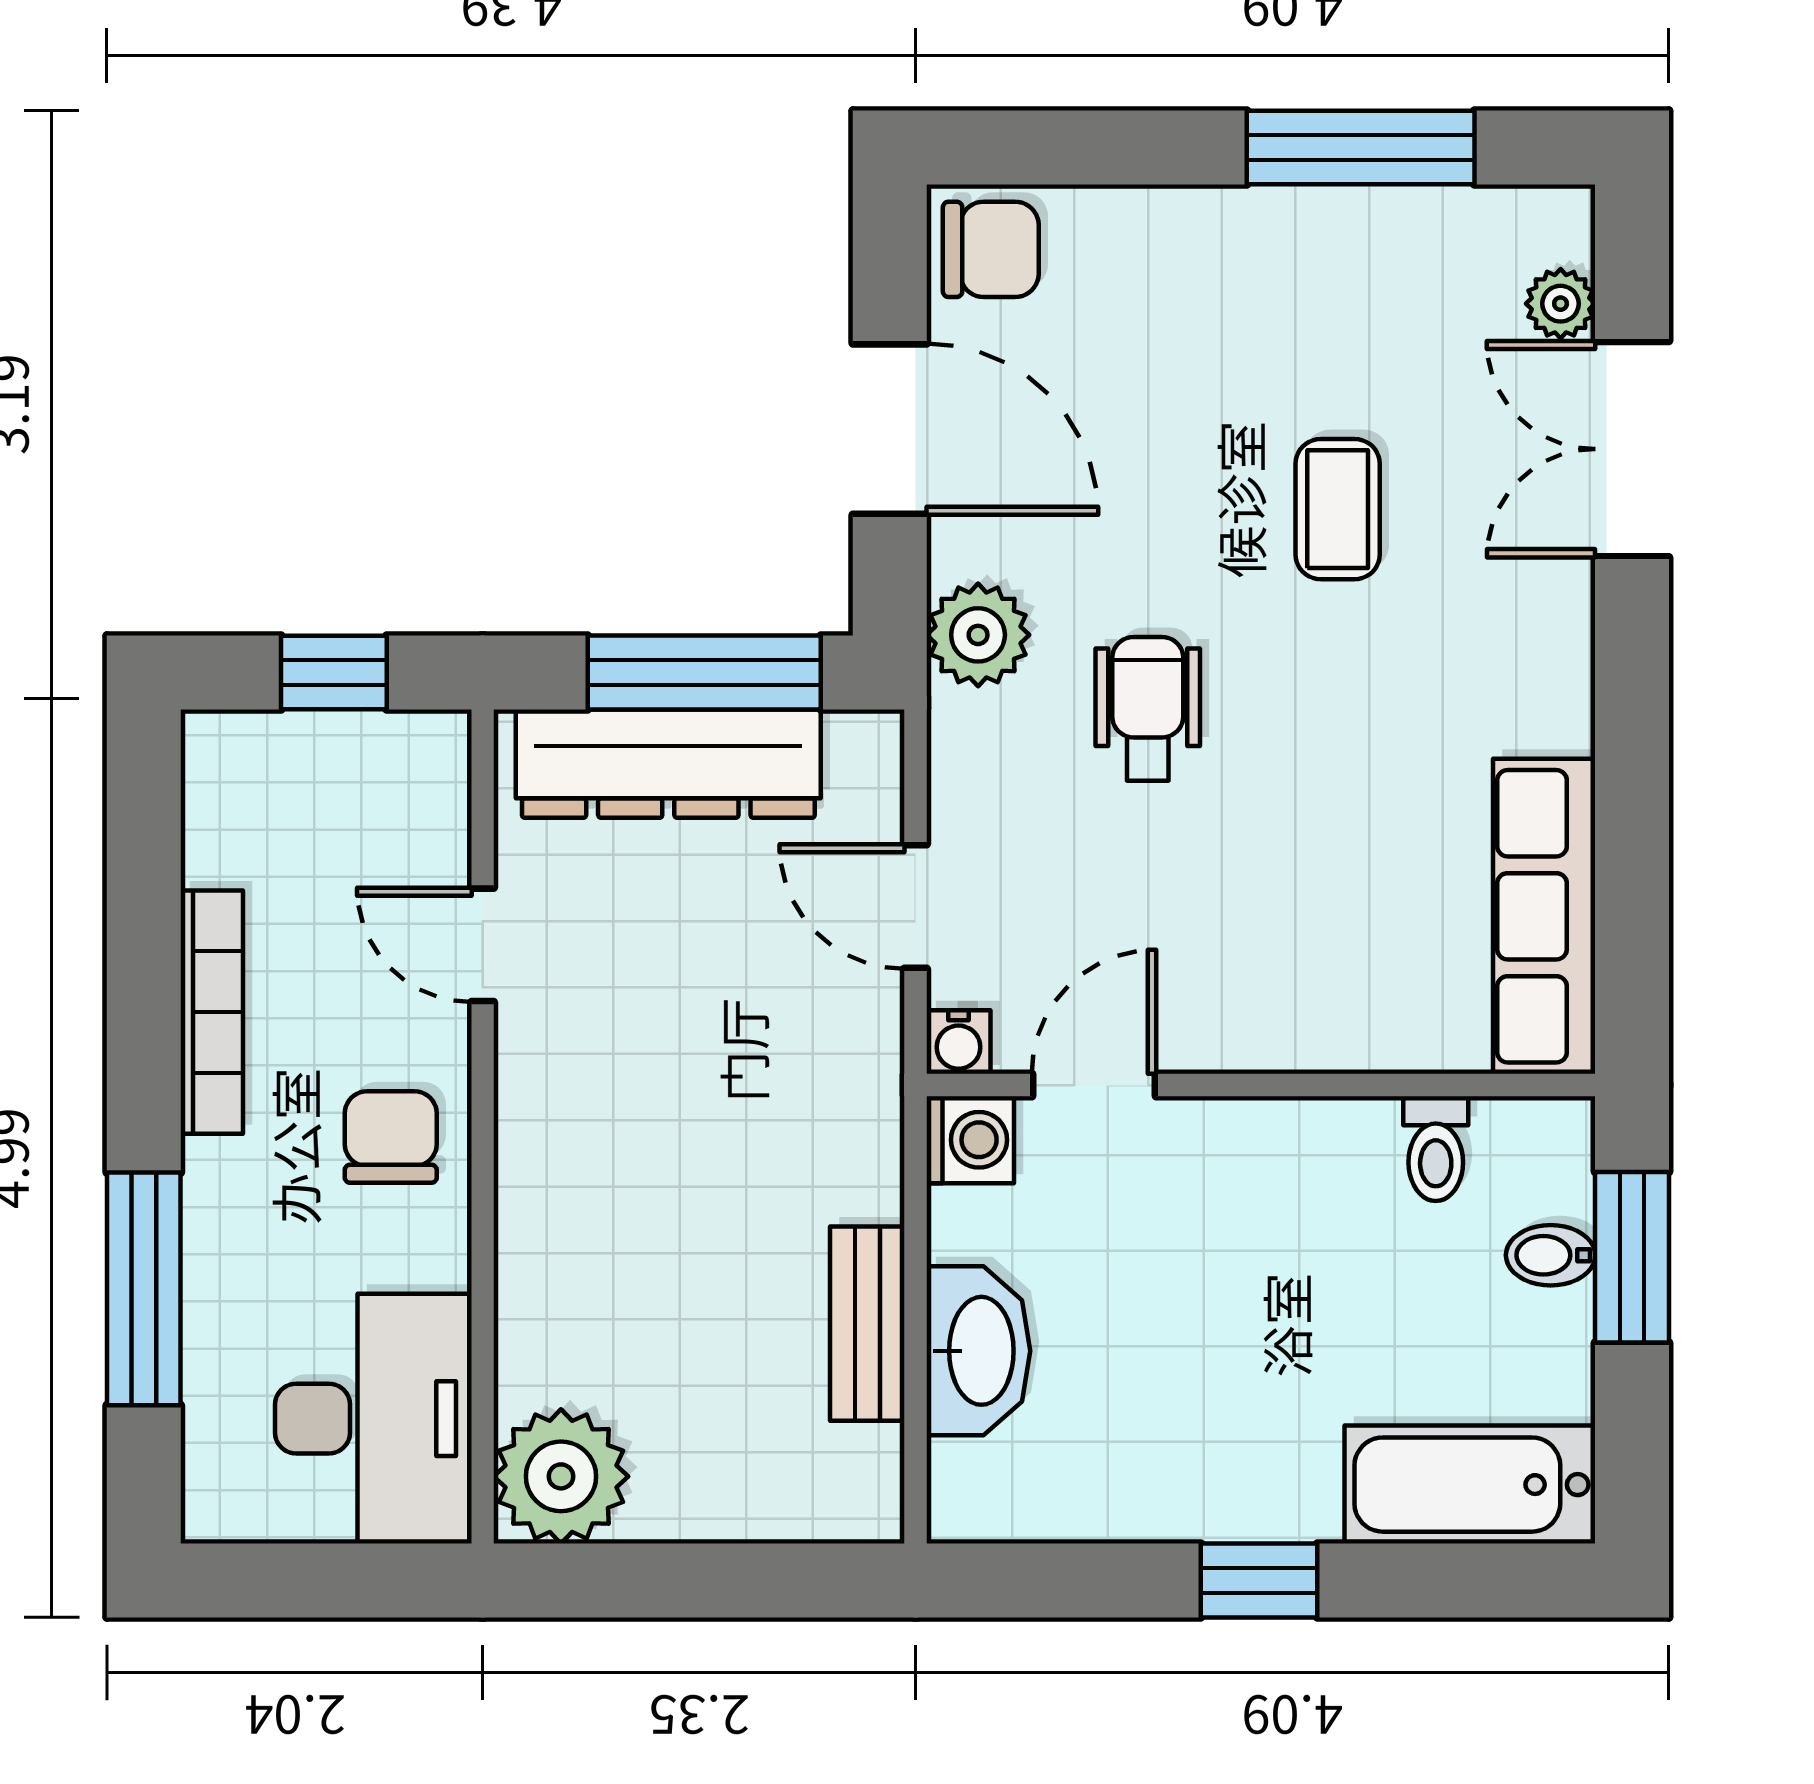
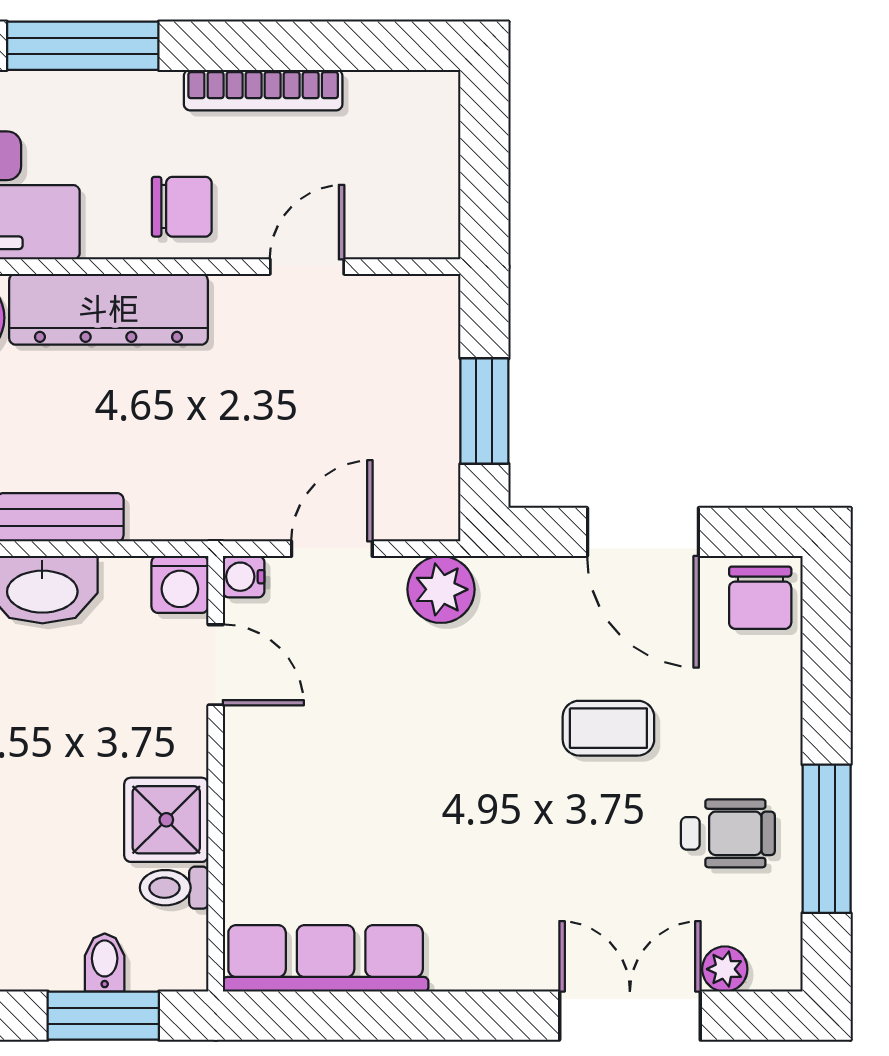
door: (890, 429) -> (643, 532), hinge flipped
coffee table: (1338, 509) -> (608, 728), moved
plant: (978, 635) -> (441, 589), moved
window: (334, 672) -> (484, 170), removed
window: (704, 672) -> (484, 411), width x0.69
wheelchair: (1148, 709) -> (728, 833), moved
dresser: (668, 764) -> (108, 309), moved, turned -90
shower: (1332, 1161) -> (166, 820), added

